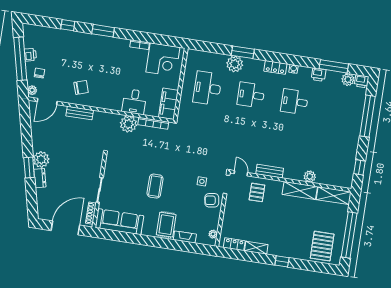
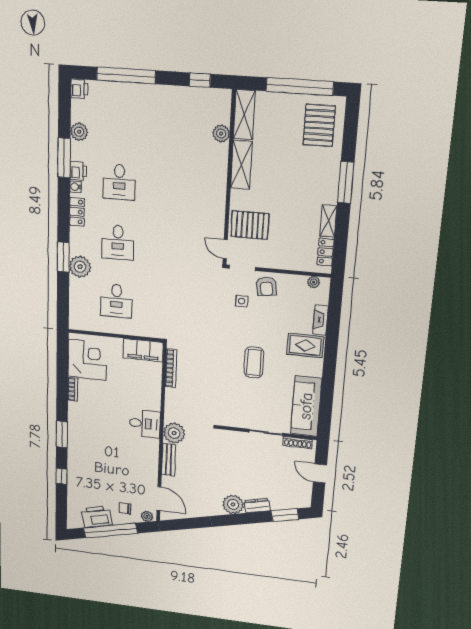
printer: (30, 55) -> (97, 517), width x1.87, depth x1.48
window: (334, 66) -> (64, 158), moved
printer: (318, 75) -> (78, 171), moved
plant: (348, 80) -> (79, 132), moved
chair: (81, 87) -> (136, 459), removed
desk: (207, 88) -> (116, 301), width x0.73
desk: (134, 102) -> (145, 424), moved
plant: (128, 124) -> (174, 433), moved
window: (29, 167) -> (285, 515), moved
bench: (270, 171) -> (218, 210), removed
door: (241, 173) -> (225, 249), hinge flipped
plant: (310, 176) -> (221, 134), moved
coffee table: (155, 186) -> (254, 362), turned 90
pallet: (257, 192) -> (250, 225), width x1.50, depth x1.42
door: (65, 228) -> (320, 473), width x0.53
pallet: (322, 246) -> (319, 125), turned 90
window: (282, 261) -> (346, 183), width x2.17

